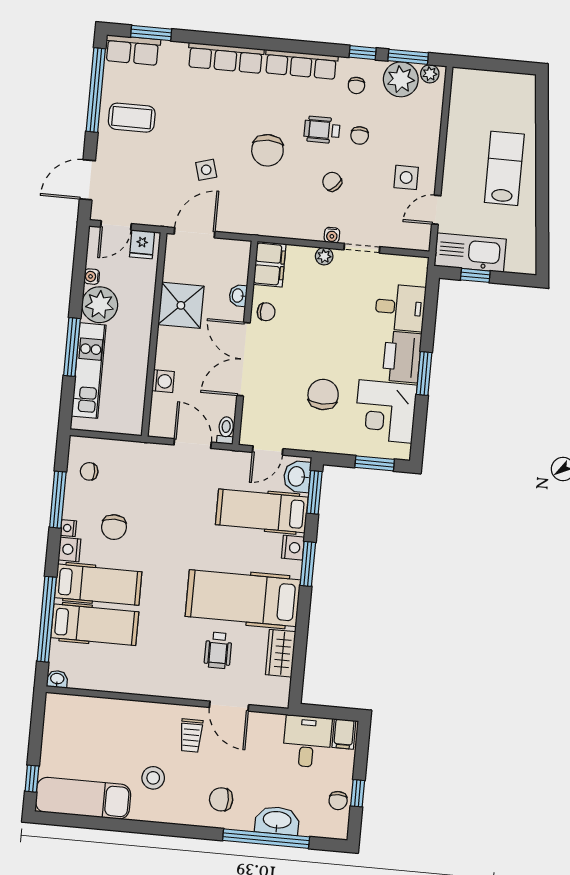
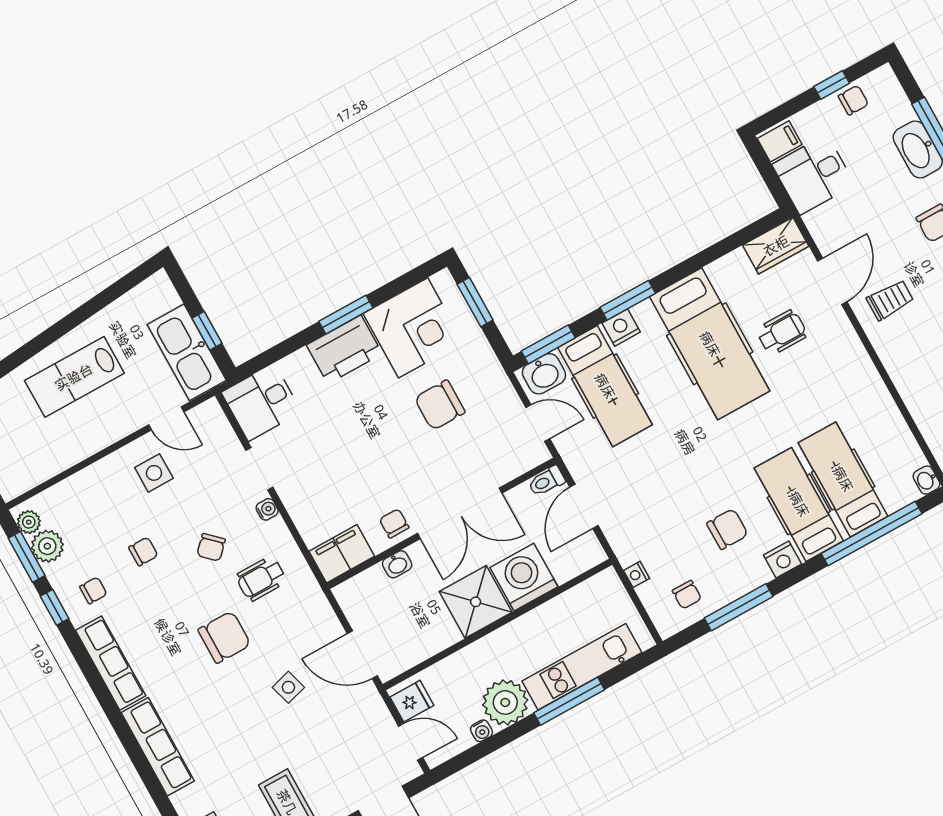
plant: (401, 79) -> (47, 546), width x0.73, depth x0.73
wheelchair: (322, 130) -> (261, 579), moved, turned 90
plant: (324, 256) -> (295, 502), removed
shower: (181, 305) -> (476, 602), moved
desk: (400, 308) -> (261, 402), moved, turned -90
washing machine: (163, 381) -> (524, 577), width x1.89, depth x1.89
nightstand: (68, 528) -> (636, 574), moved, turned 90
wardrobe: (281, 653) -> (776, 246), moved

